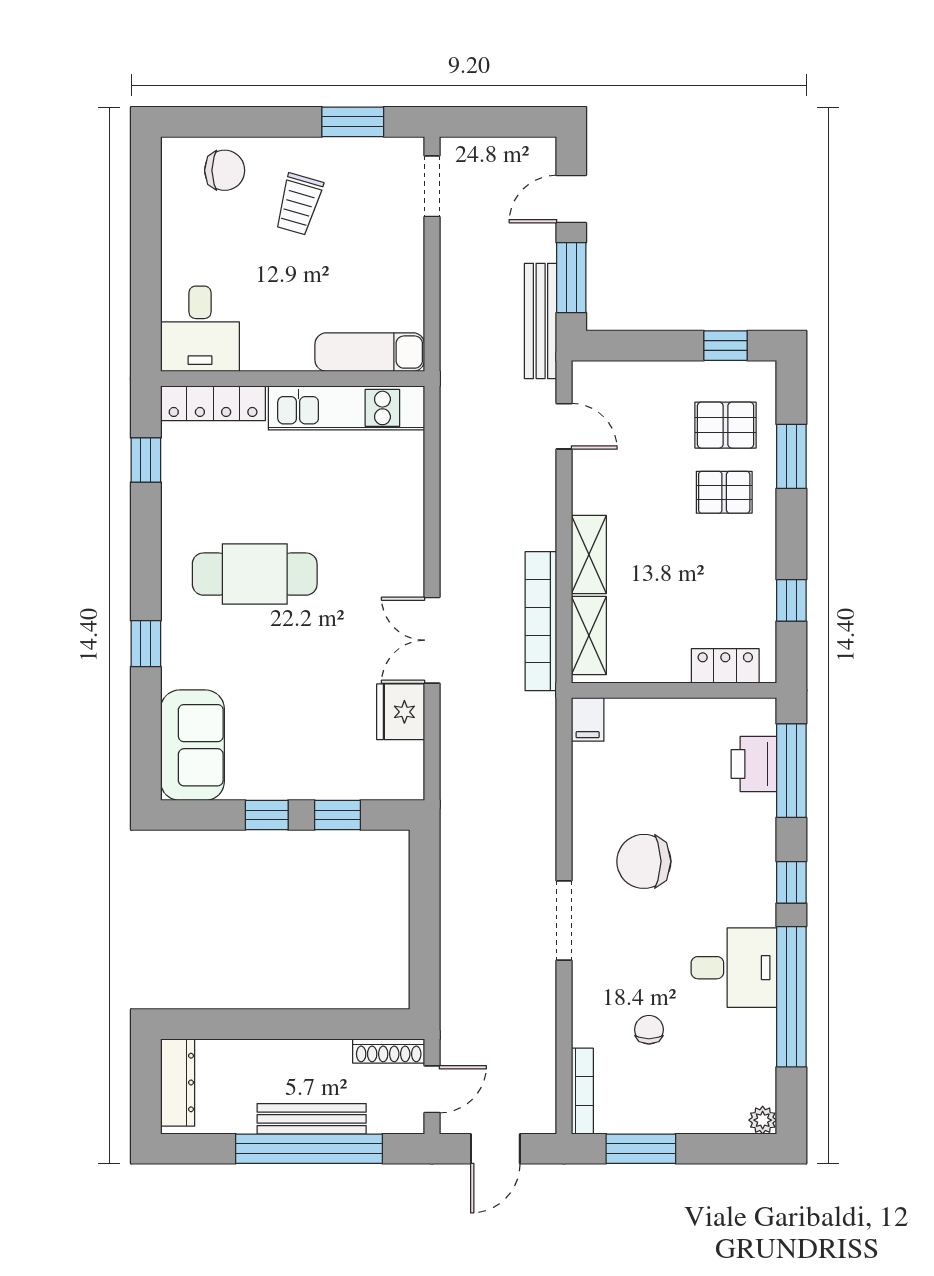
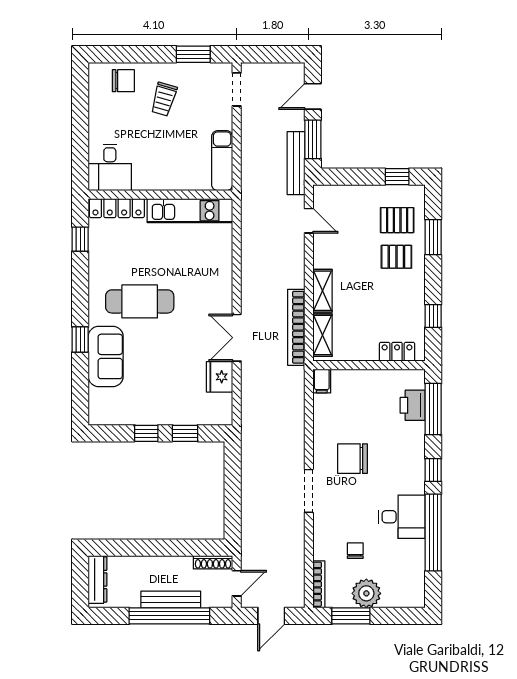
exam couch: (370, 352) -> (222, 161), moved, turned -90
sofa: (192, 745) -> (106, 356), moved
plant: (763, 1120) -> (366, 593), moved, width x1.88, depth x1.88

